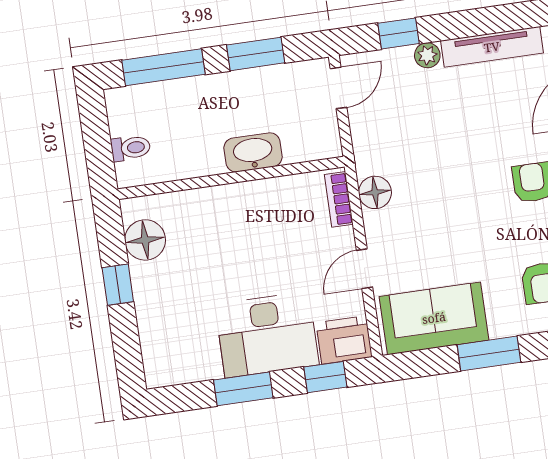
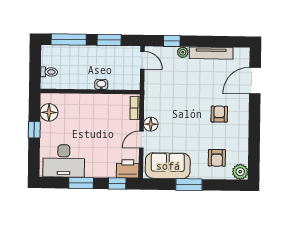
door: (338, 88) -> (142, 60), hinge flipped
washbasin: (253, 152) -> (101, 84), width x0.52, depth x0.69
floor lamp: (375, 192) -> (151, 124), moved
desk: (267, 335) -> (64, 161), moved

